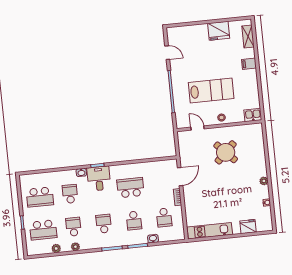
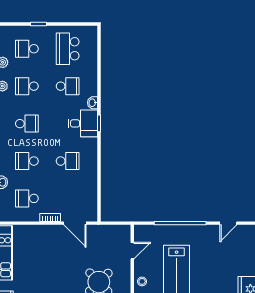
school desk: (130, 188) -> (68, 161), width x0.54
school desk: (73, 227) -> (27, 86), turned 180
school desk: (43, 230) -> (27, 49), width x0.54

